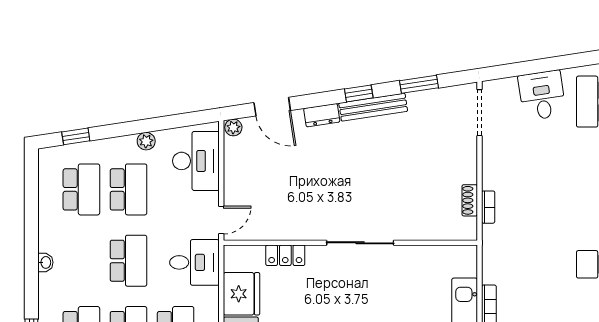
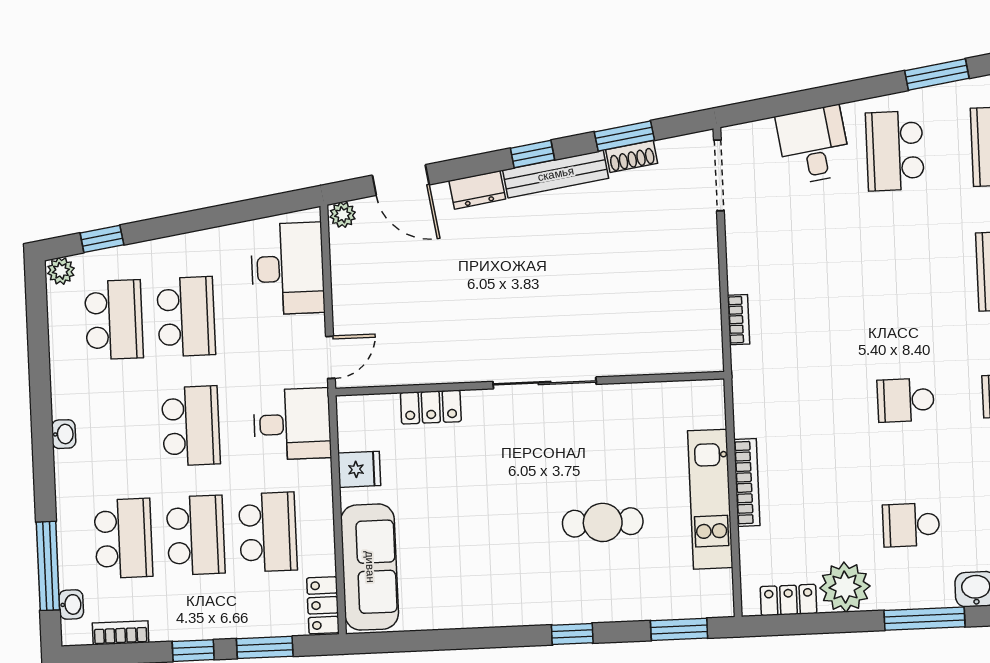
plant: (146, 141) -> (61, 271), moved
shoe rack: (470, 200) -> (632, 157), moved, turned -99
fridge: (242, 294) -> (359, 469), width x0.53, depth x0.75

